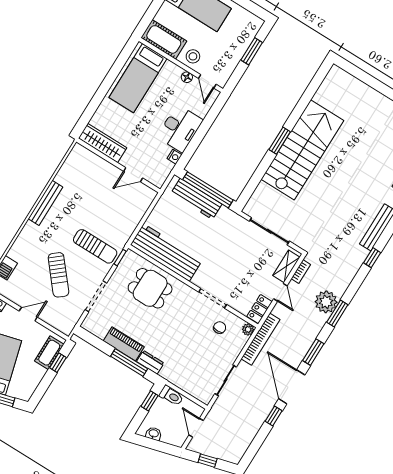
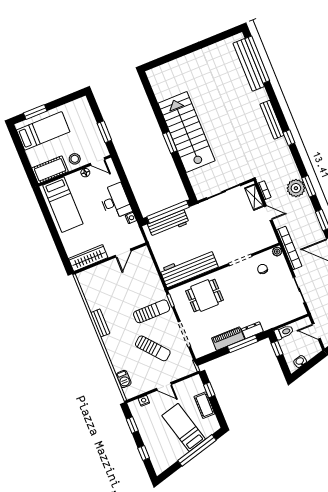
window: (252, 51) -> (104, 132), moved
bench: (45, 203) -> (100, 323), width x0.73
locker: (260, 309) -> (269, 235), removed
door: (28, 314) -> (164, 386), swing flipped
cot: (49, 353) -> (204, 405), moved

